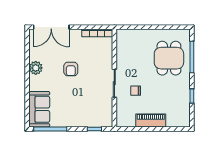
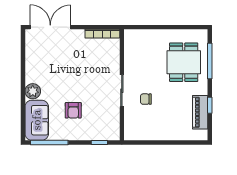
double door: (51, 27) -> (50, 27), swing flipped
plant: (36, 68) -> (33, 91), moved
armchair: (71, 69) -> (73, 110), moved
piano: (151, 120) -> (200, 112), moved, turned -90

